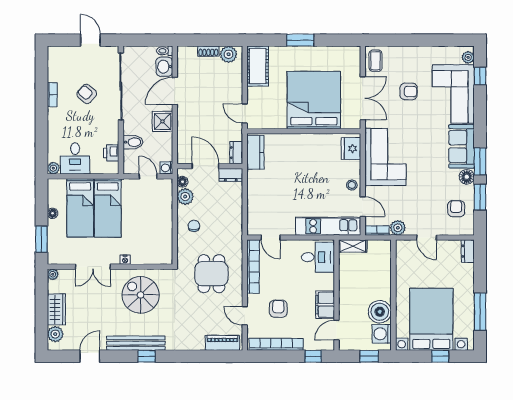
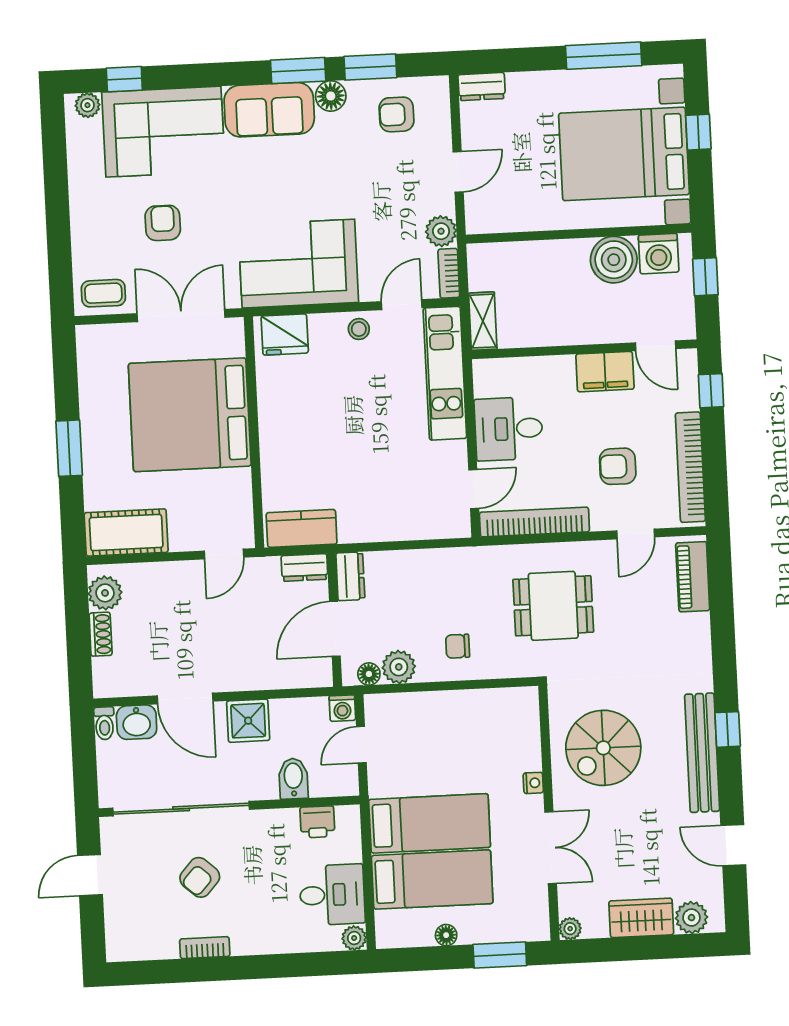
desk: (318, 257) -> (509, 429), moved, turned -90

